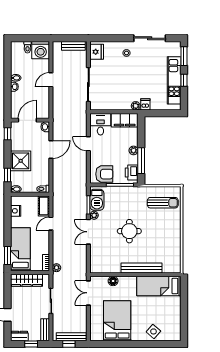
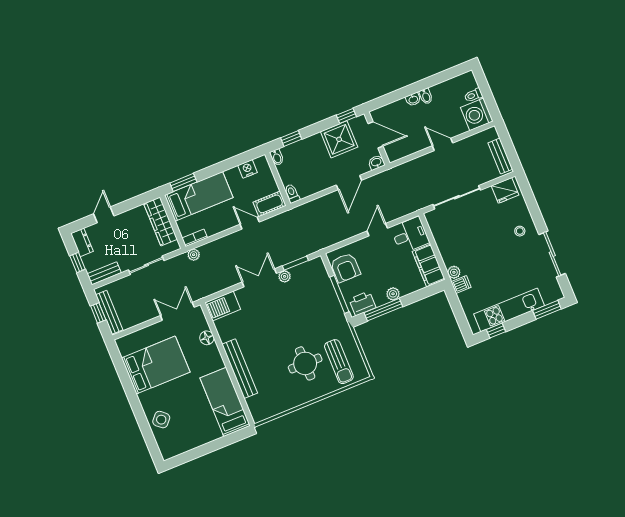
window: (184, 80) -> (496, 331), moved
door: (51, 150) -> (349, 183), hinge flipped
shower: (21, 161) -> (339, 139), moved
barbecue: (97, 200) -> (223, 306), moved
round table: (129, 231) -> (305, 363), moved

